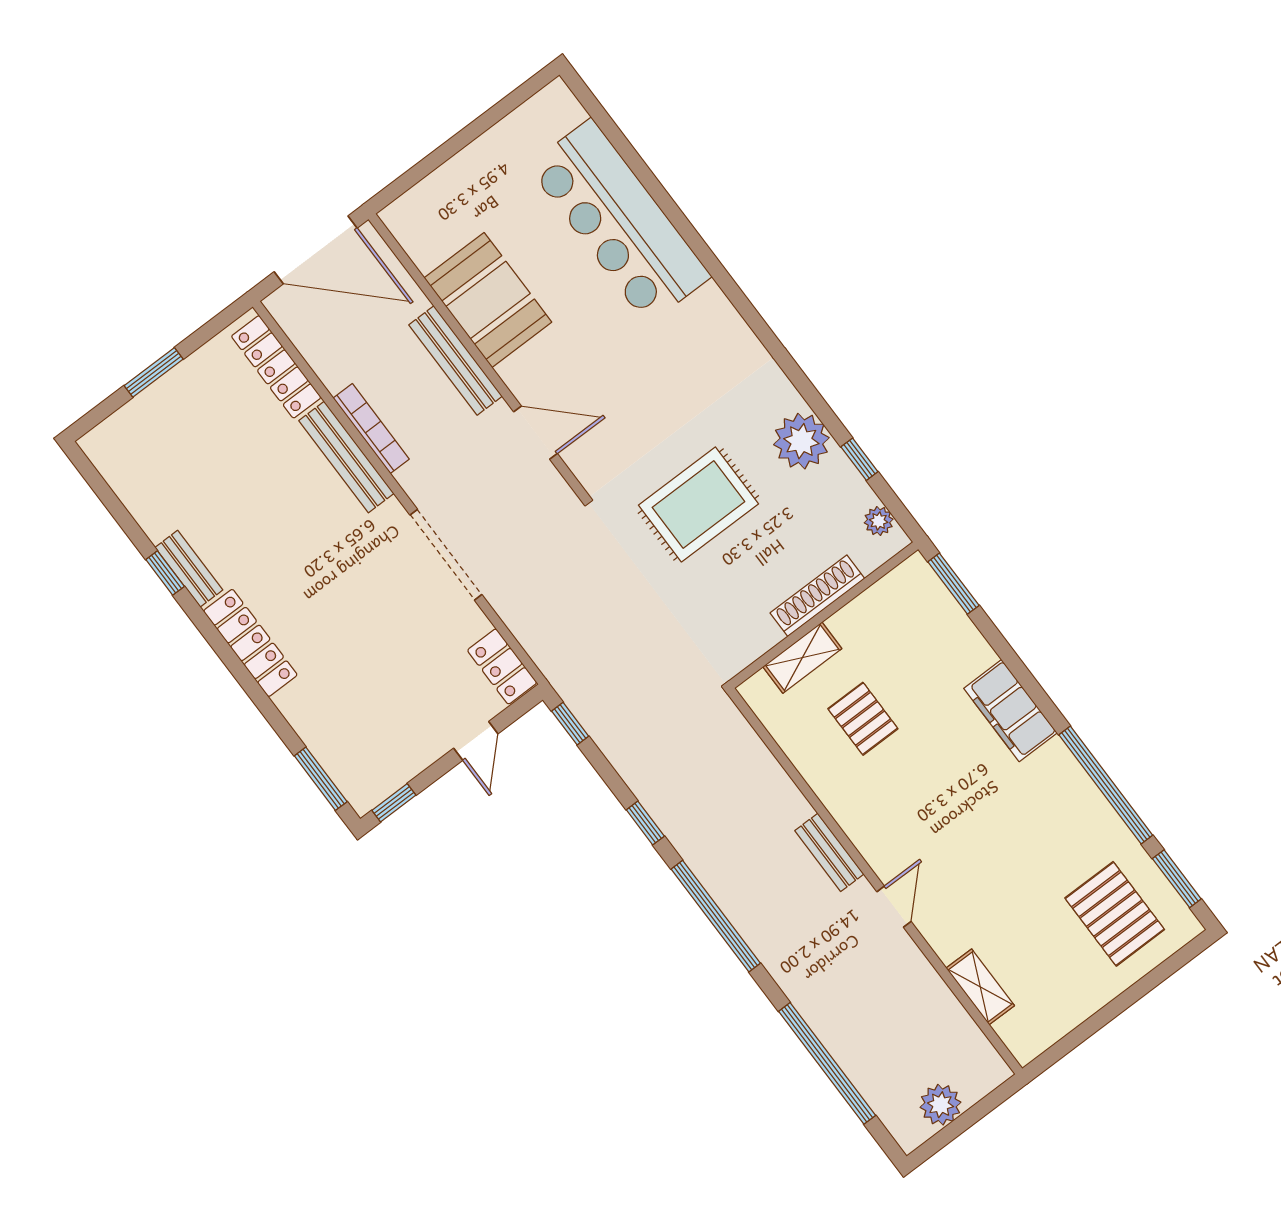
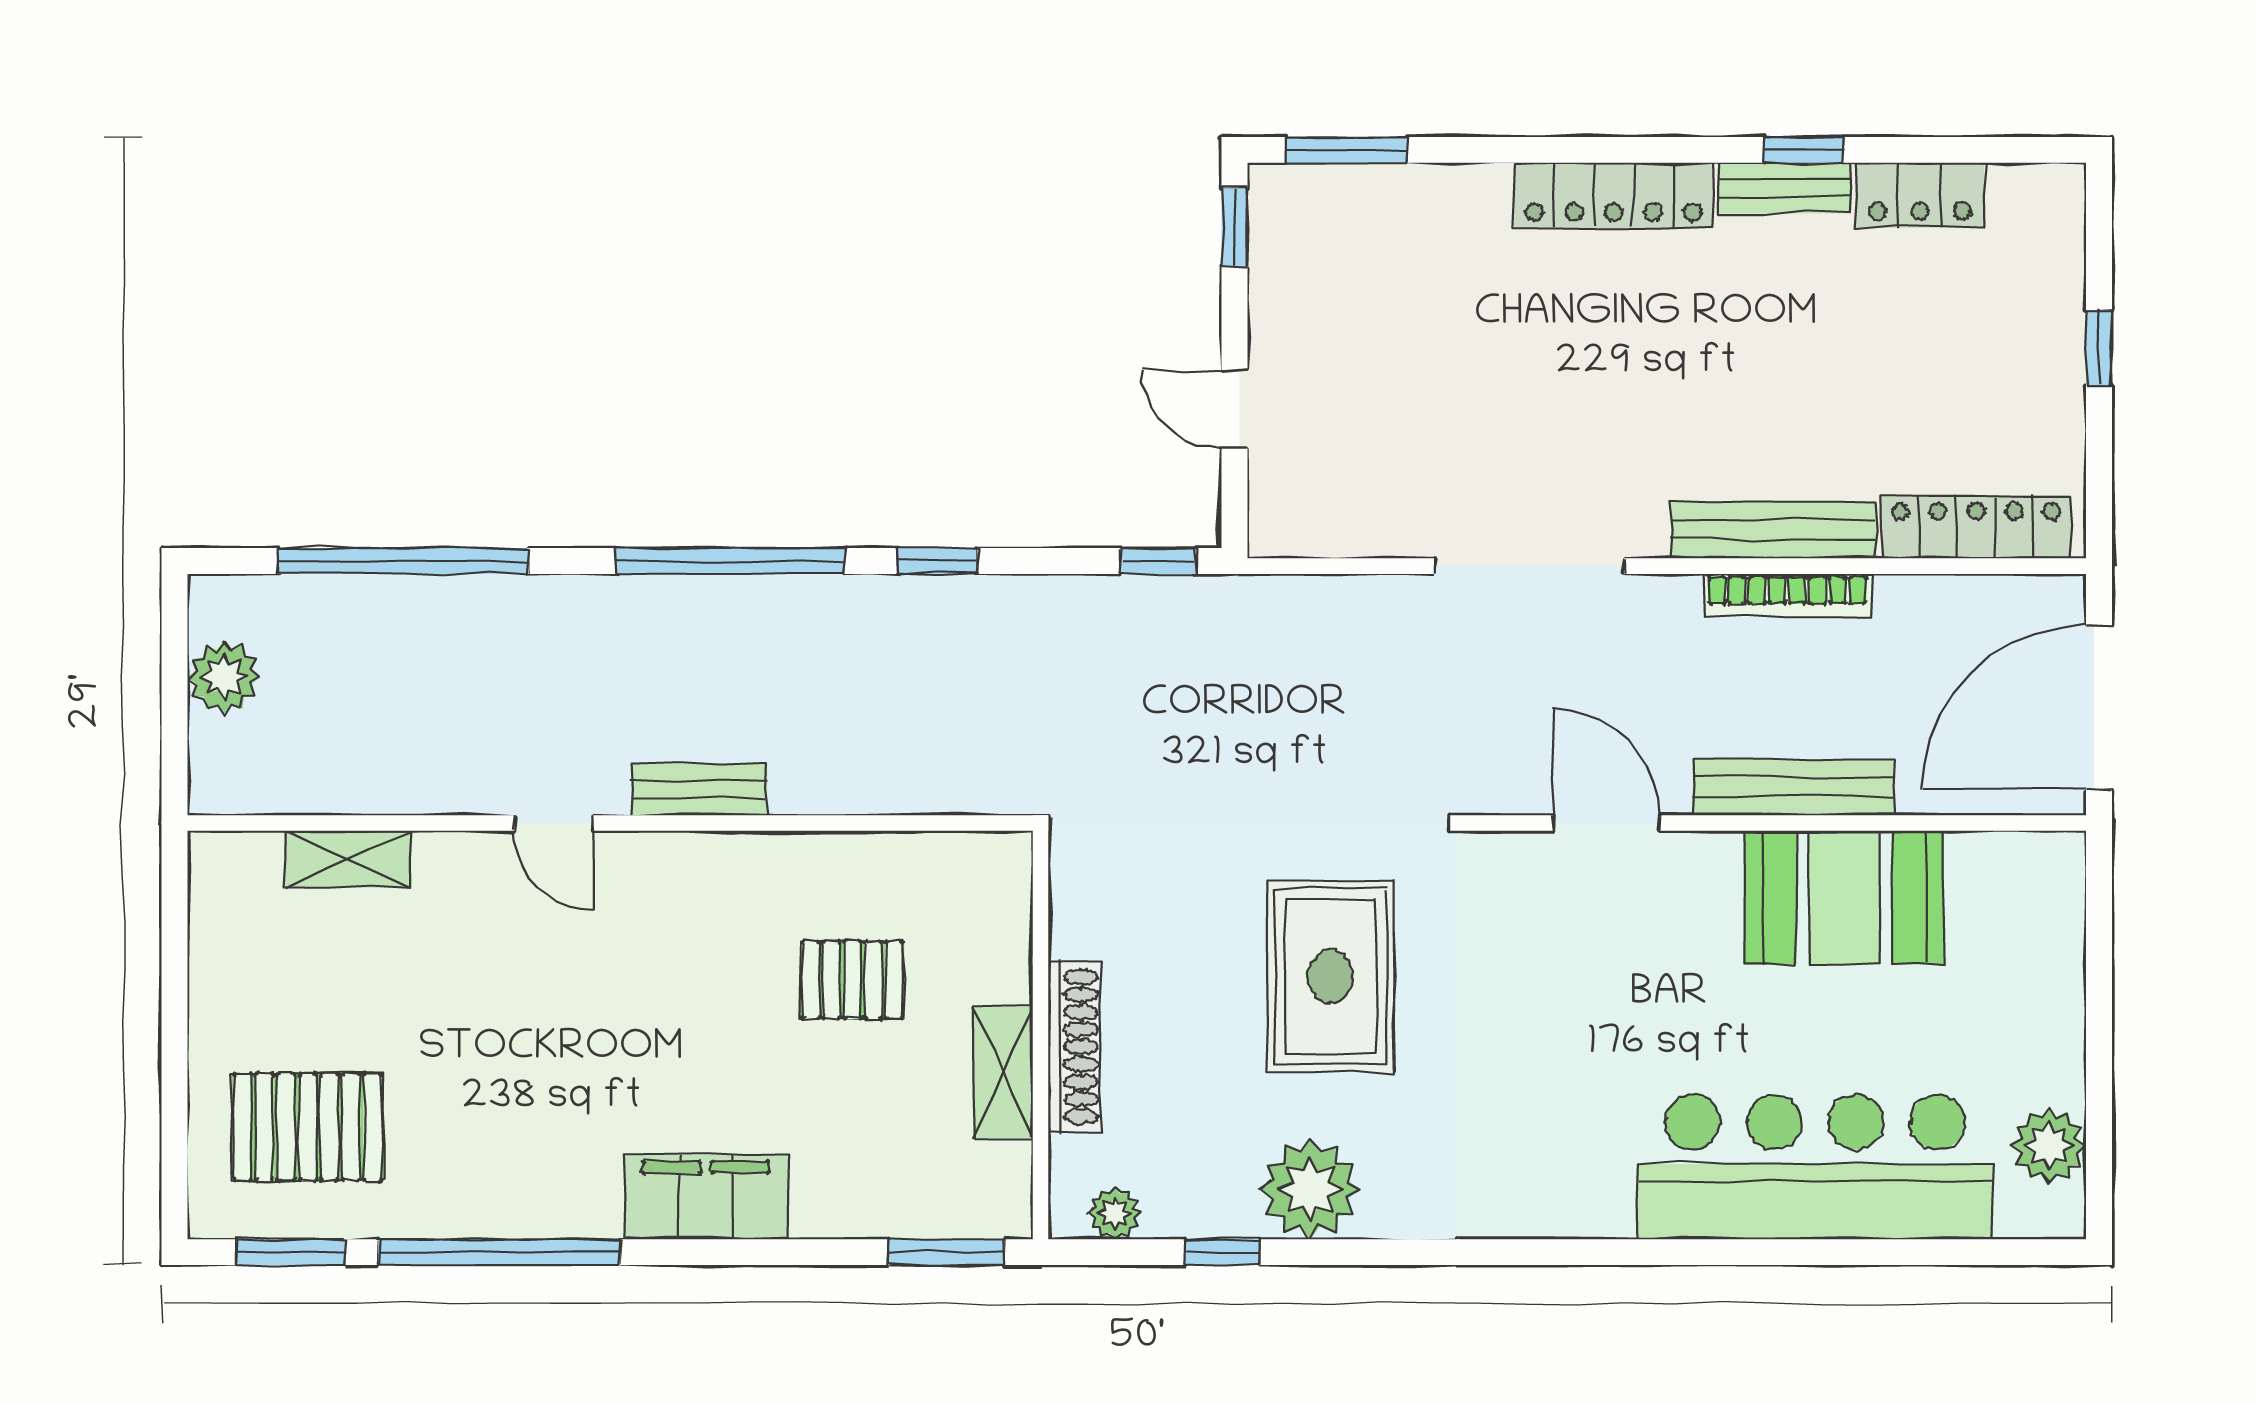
plant: (530, 123) -> (2049, 1146), added
window: (154, 372) -> (2099, 348), width x0.67
door: (536, 433) -> (1606, 823), swing flipped
shelving: (802, 658) -> (1003, 1073), moved
locker: (502, 666) -> (1920, 195), moved, turned 180

